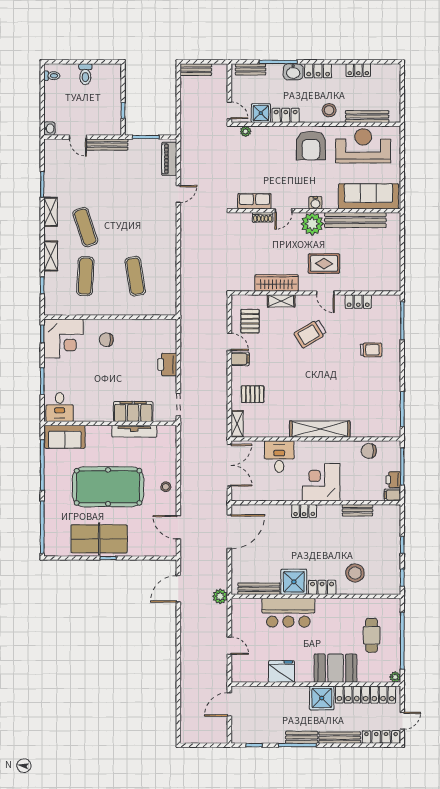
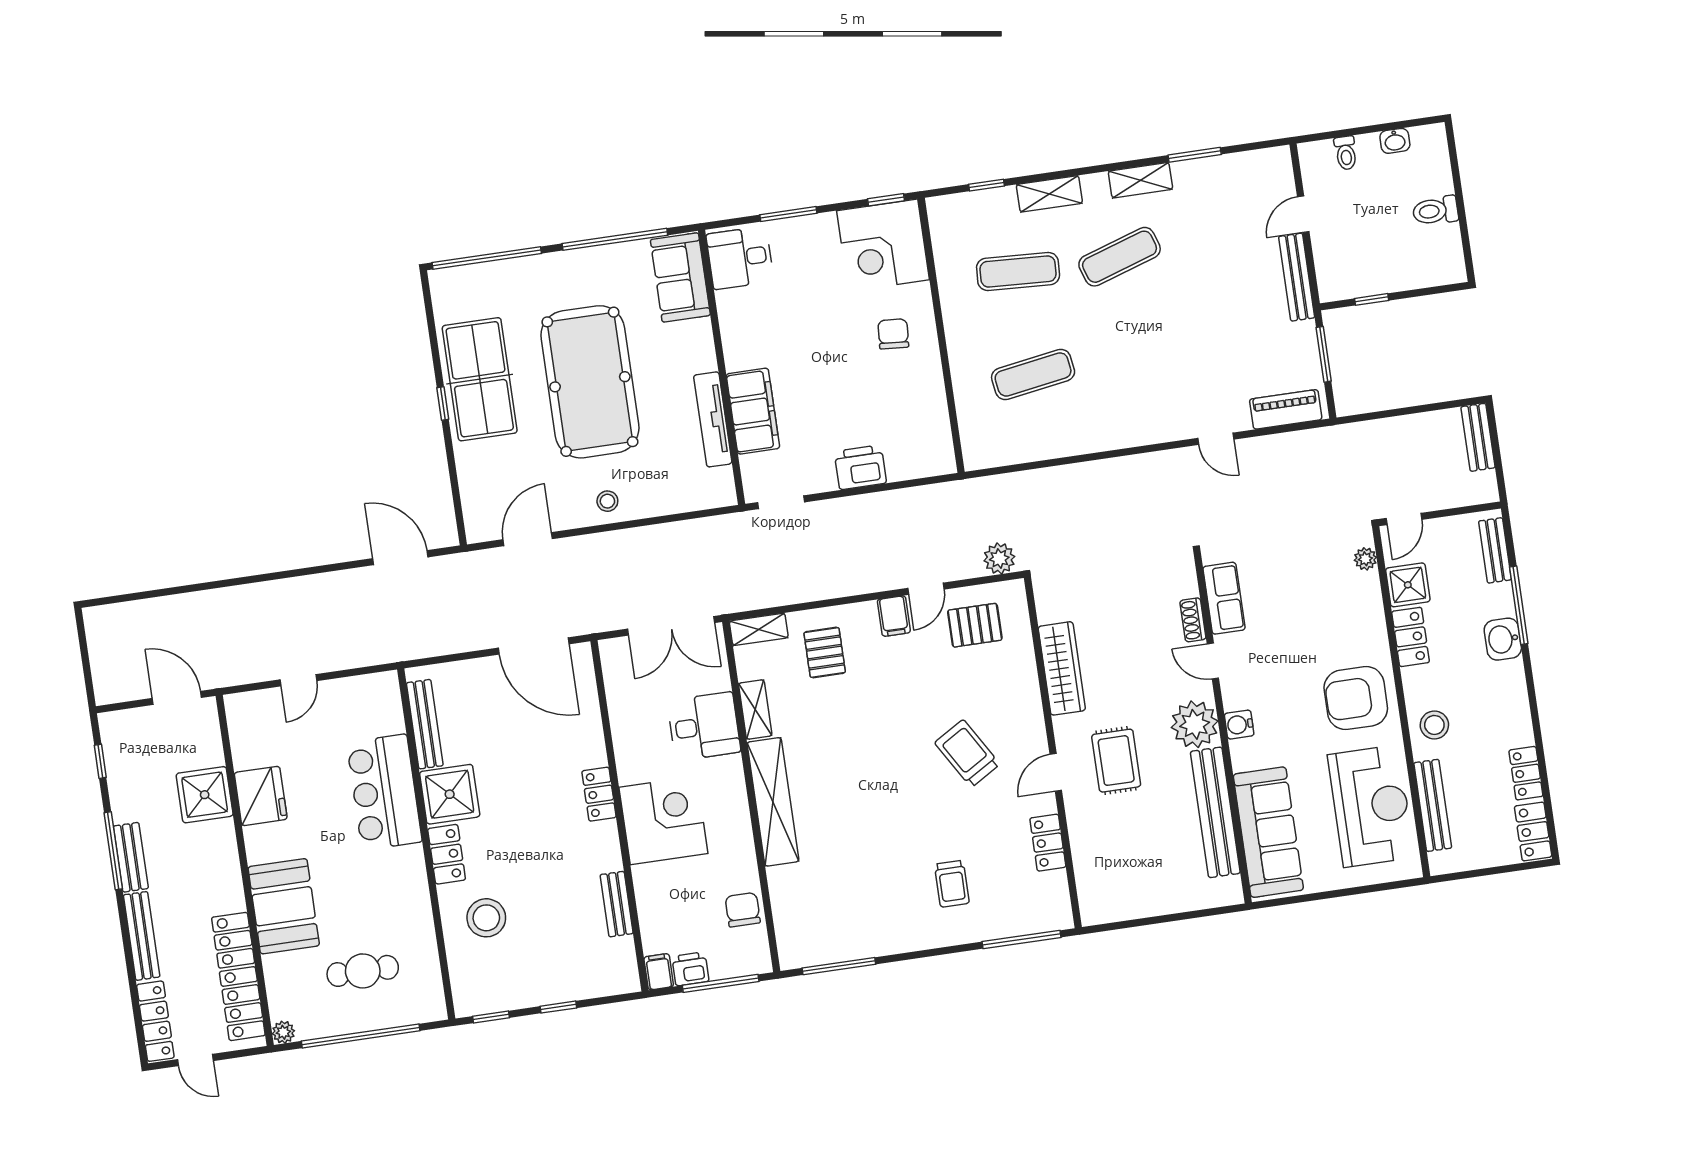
locker: (318, 71) -> (1533, 831), moved
toilet: (52, 76) -> (1346, 153), moved
washbasin: (49, 129) -> (1395, 141), moved
shelving: (281, 301) -> (755, 710), moved
plant: (220, 596) -> (999, 559), moved
shower: (322, 698) -> (205, 795), moved

